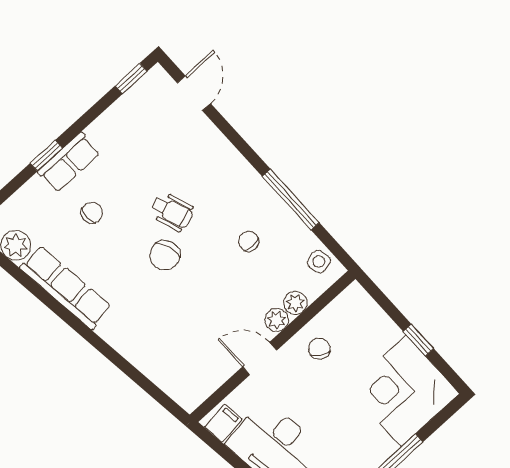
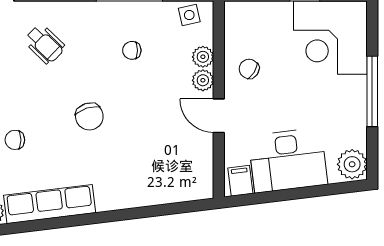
wheelchair: (172, 212) -> (45, 44), moved, turned 64
chair: (92, 213) -> (15, 140), turned -90
door: (260, 358) -> (219, 116), hinge flipped

